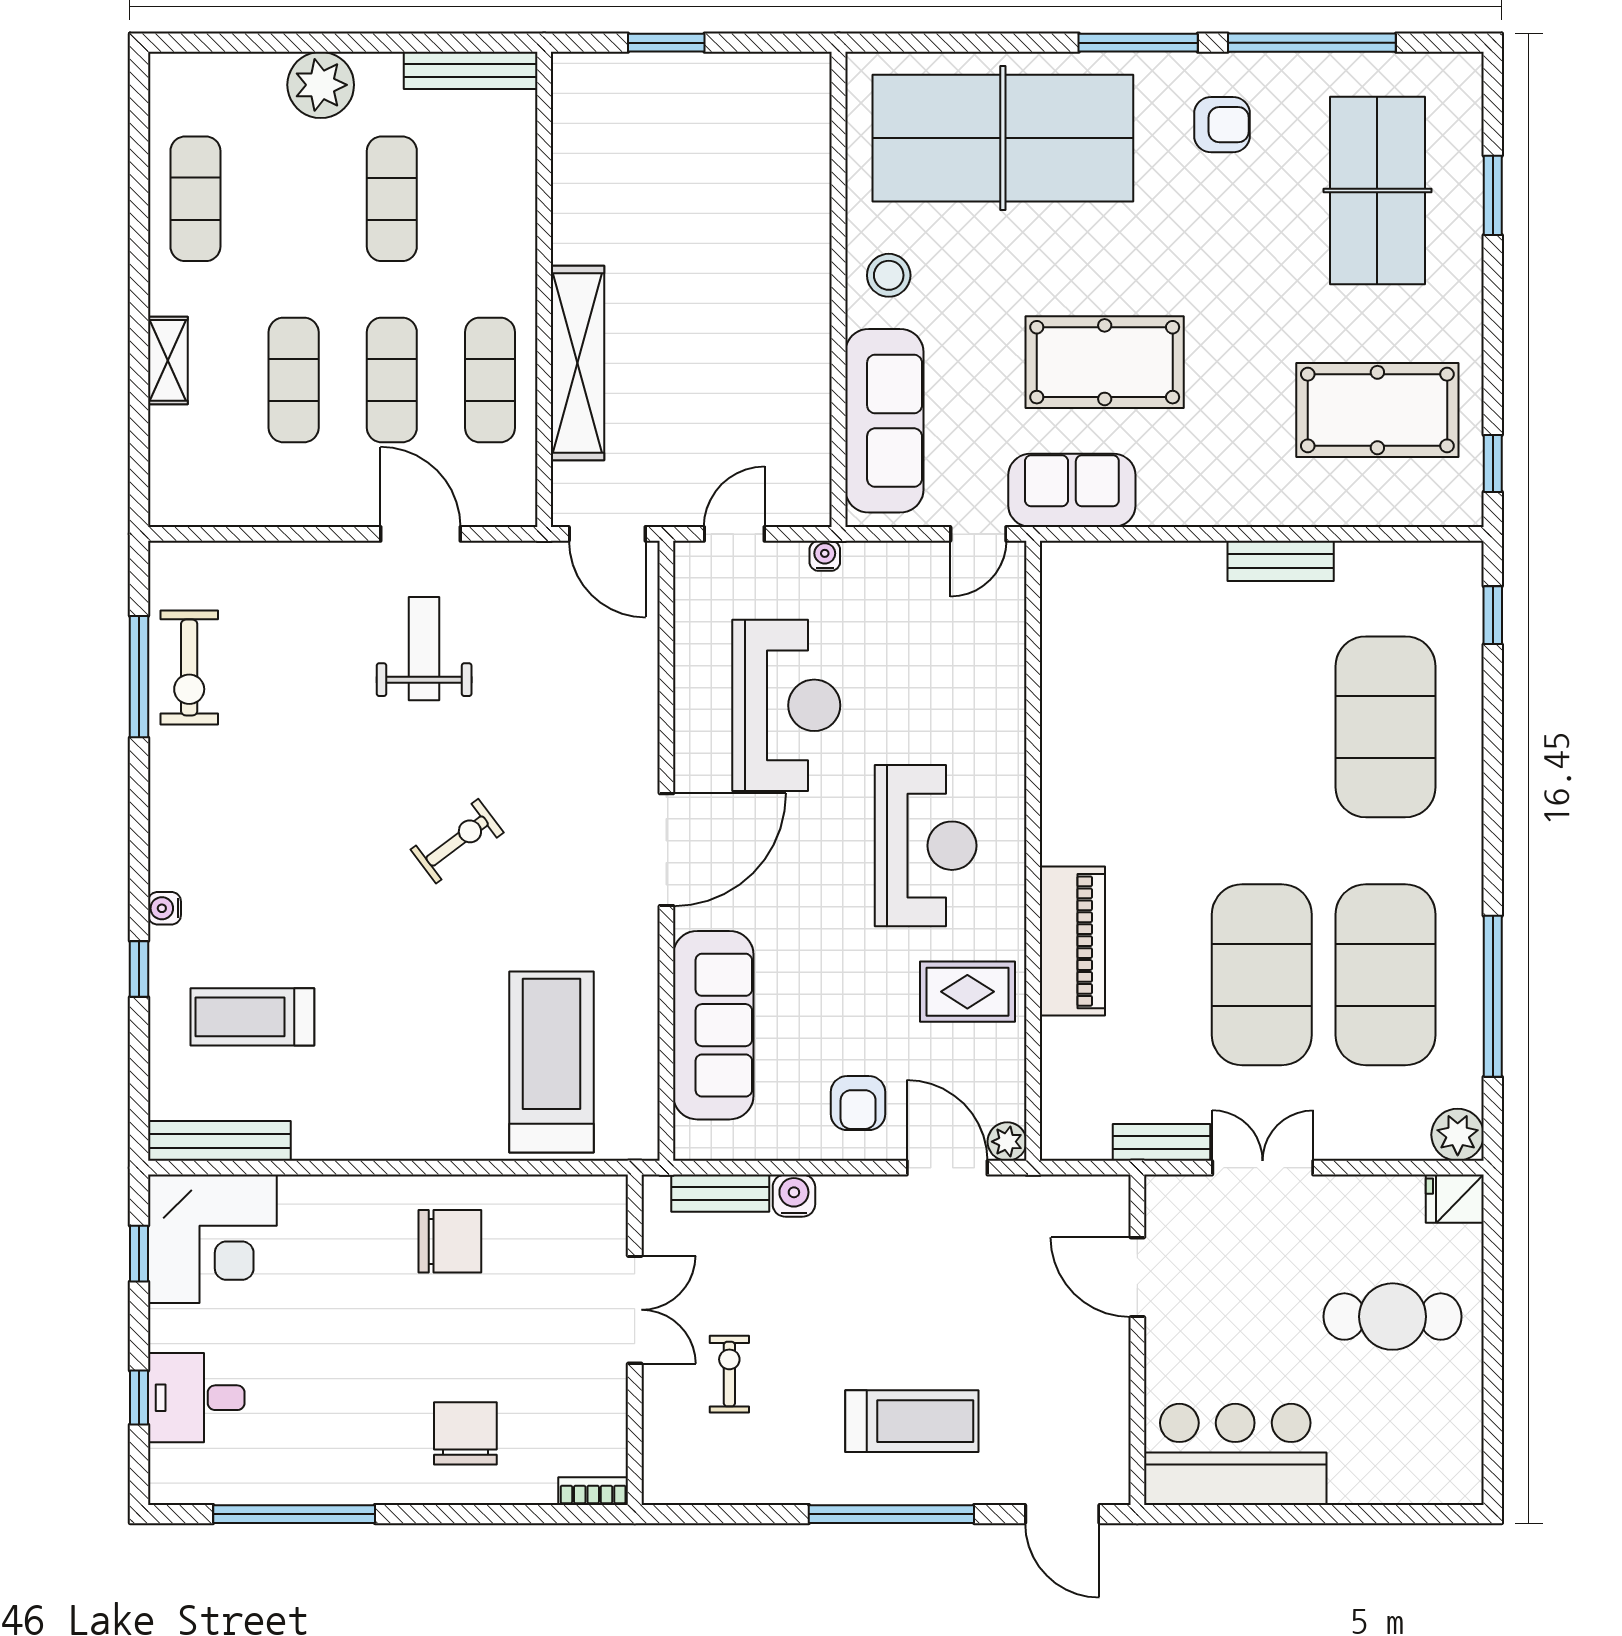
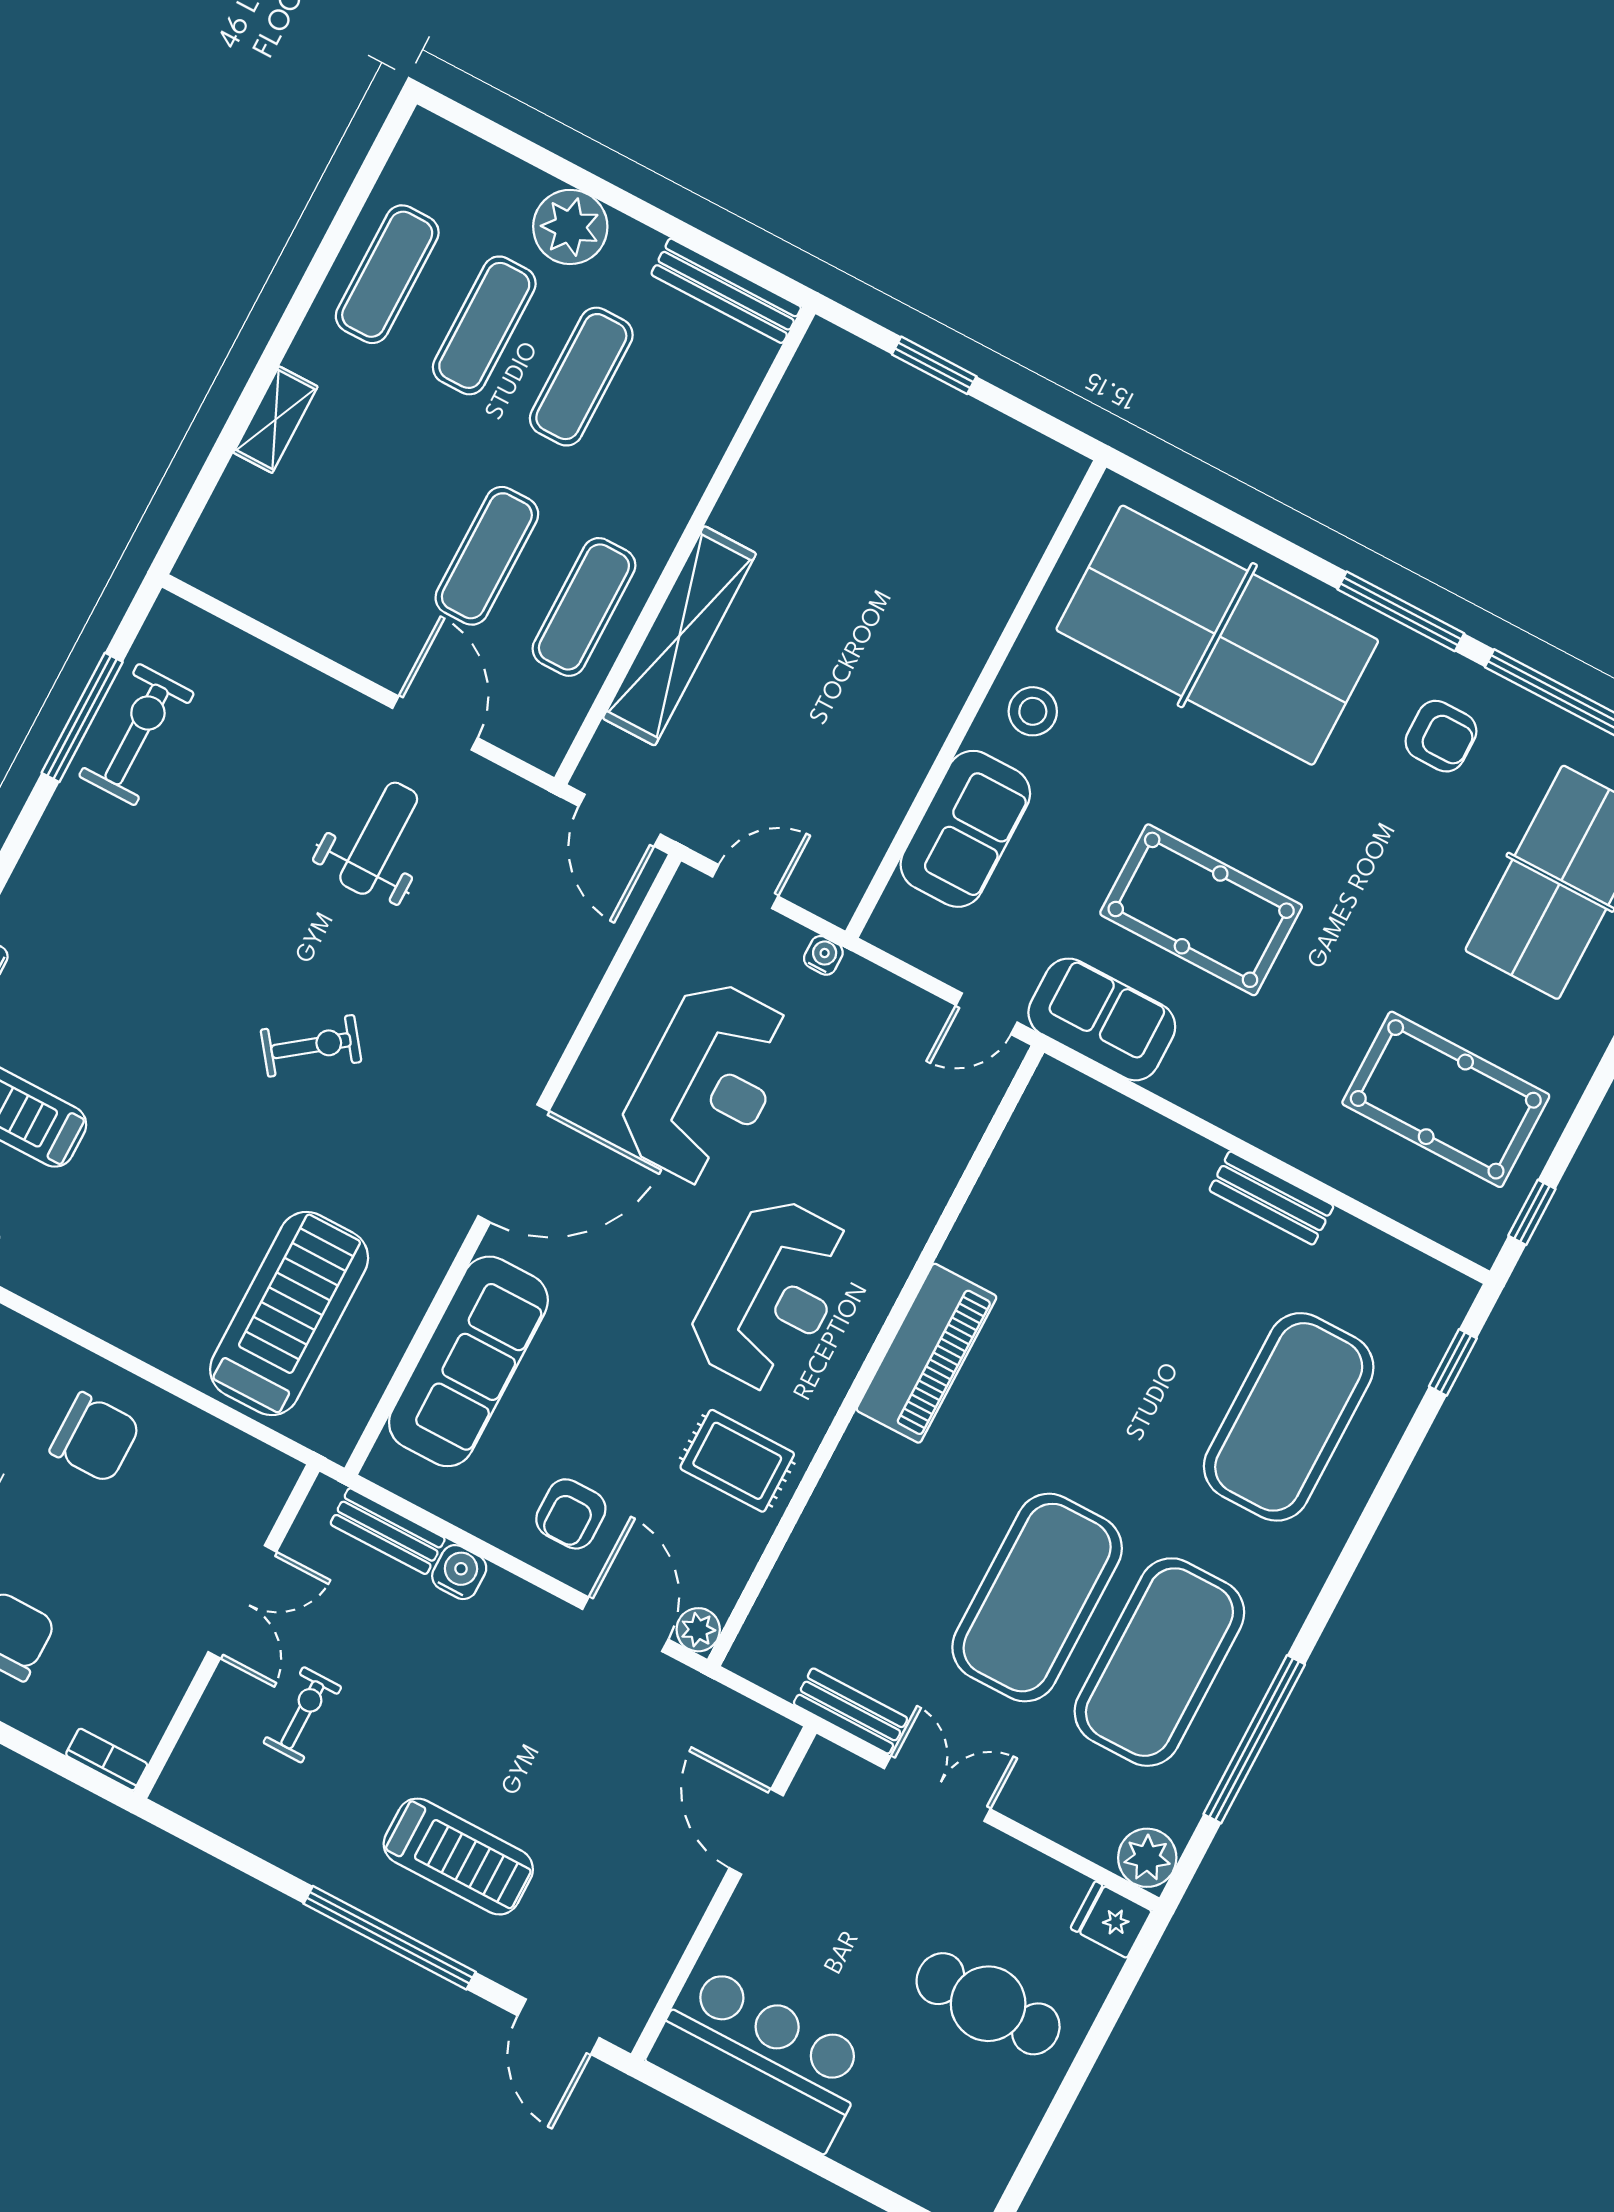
exercise mat: (294, 380) -> (484, 325), moved
sofa: (884, 421) -> (965, 829), width x0.73
exercise bike: (189, 668) -> (137, 734), turned 180
piano: (1072, 941) -> (926, 1353), moved

